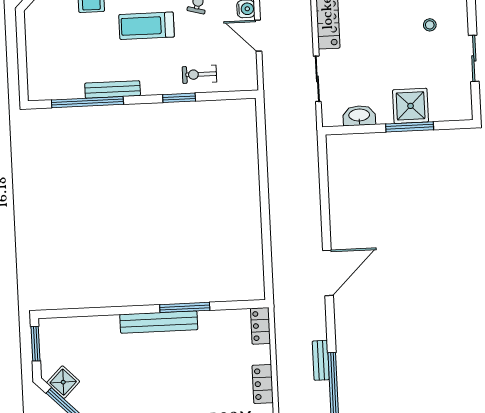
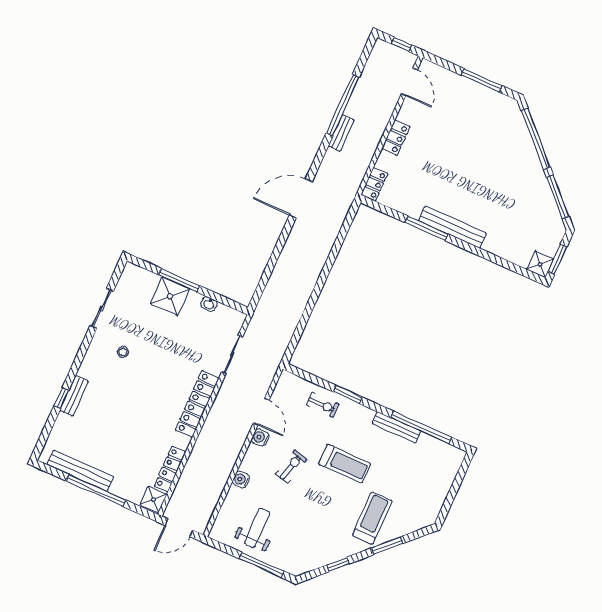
washbasin: (359, 116) -> (209, 304), width x0.52, depth x0.69
shower: (63, 382) -> (540, 264), moved, turned 45

